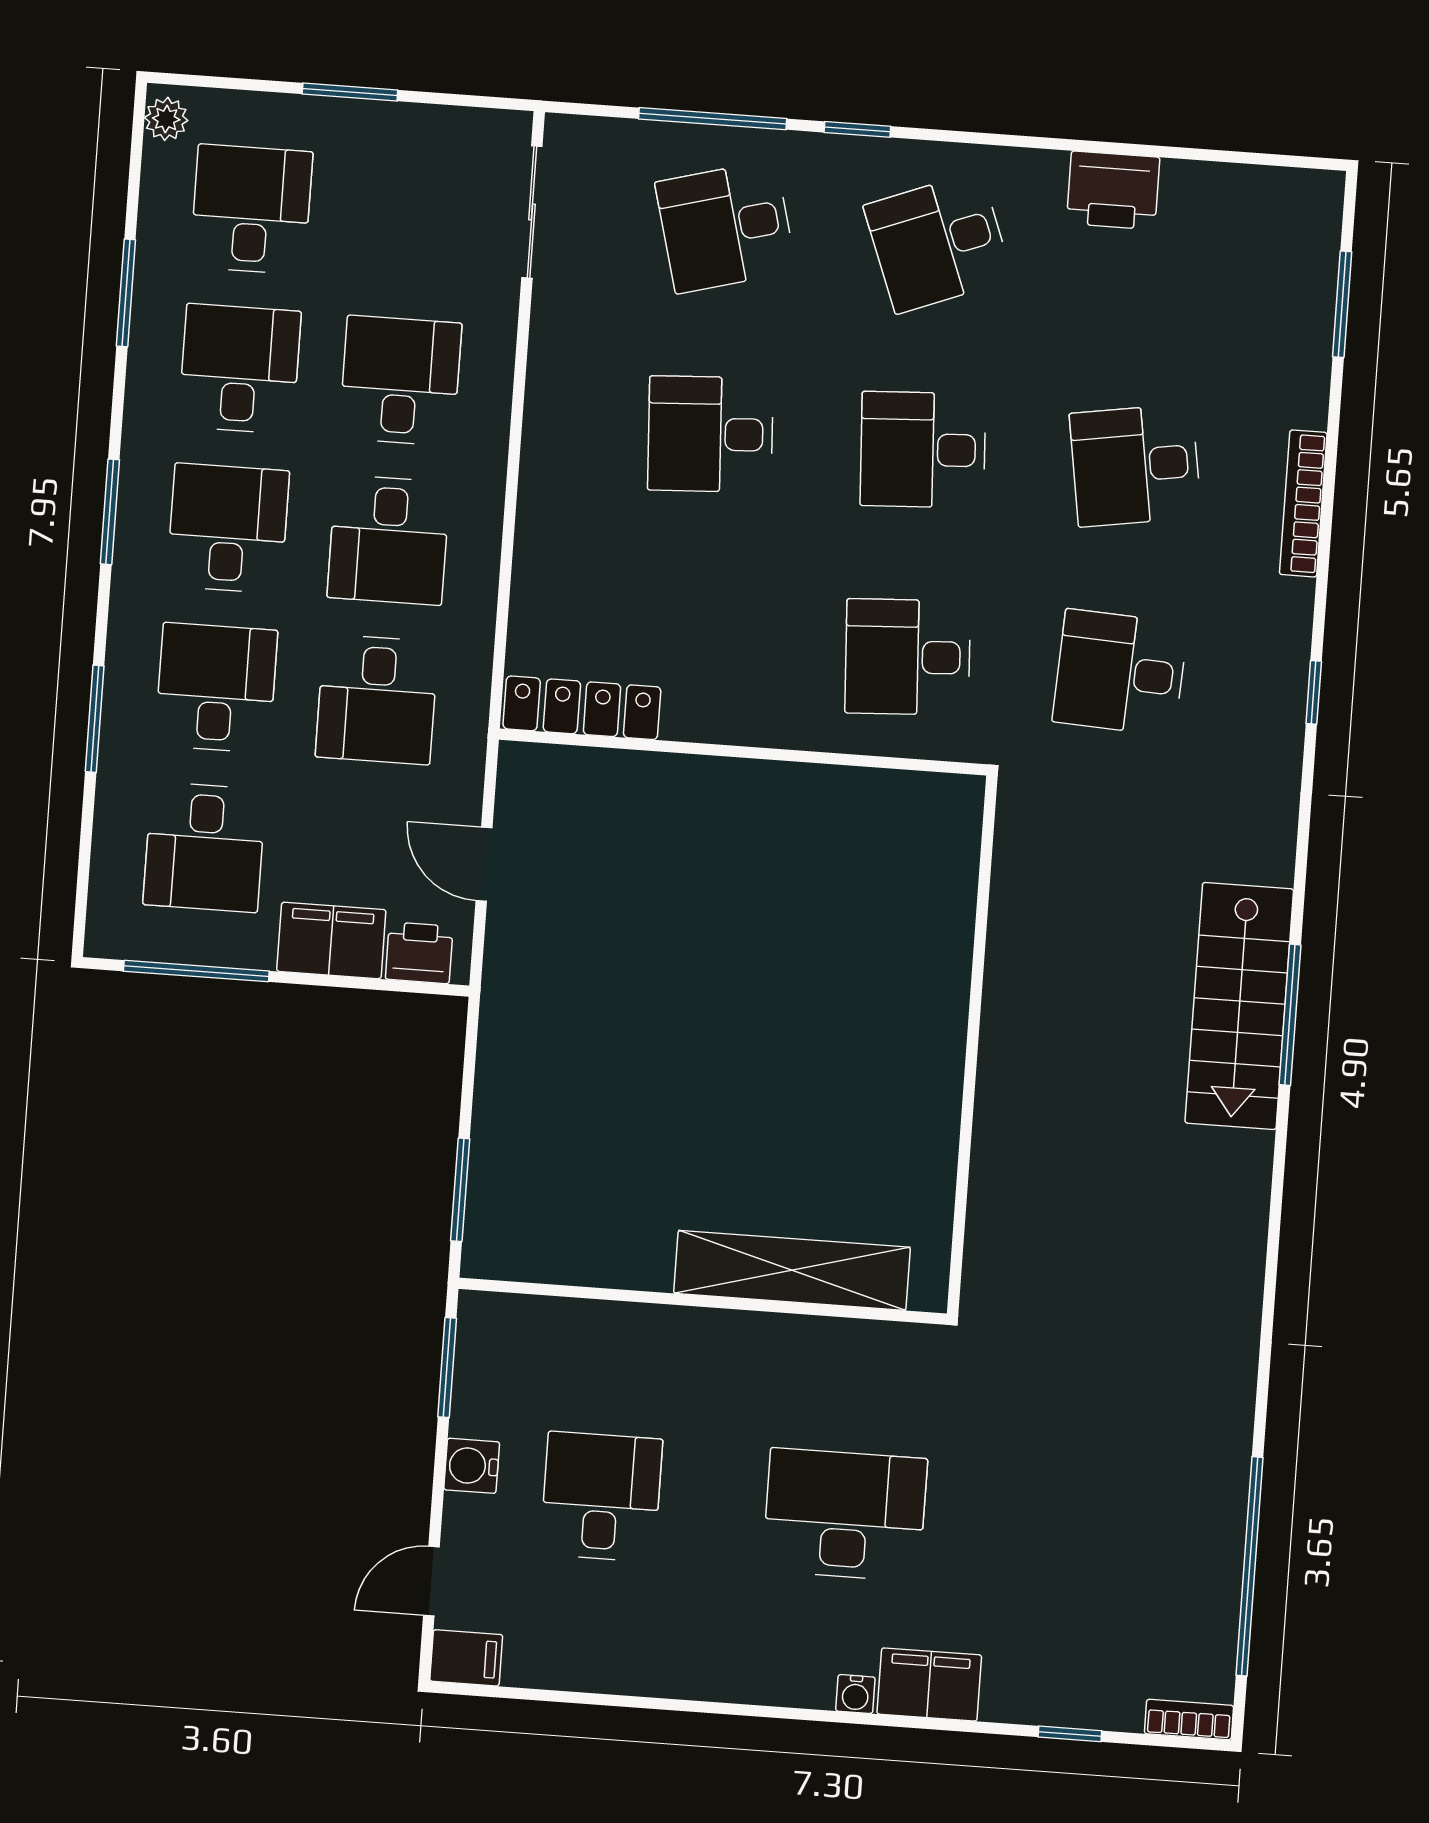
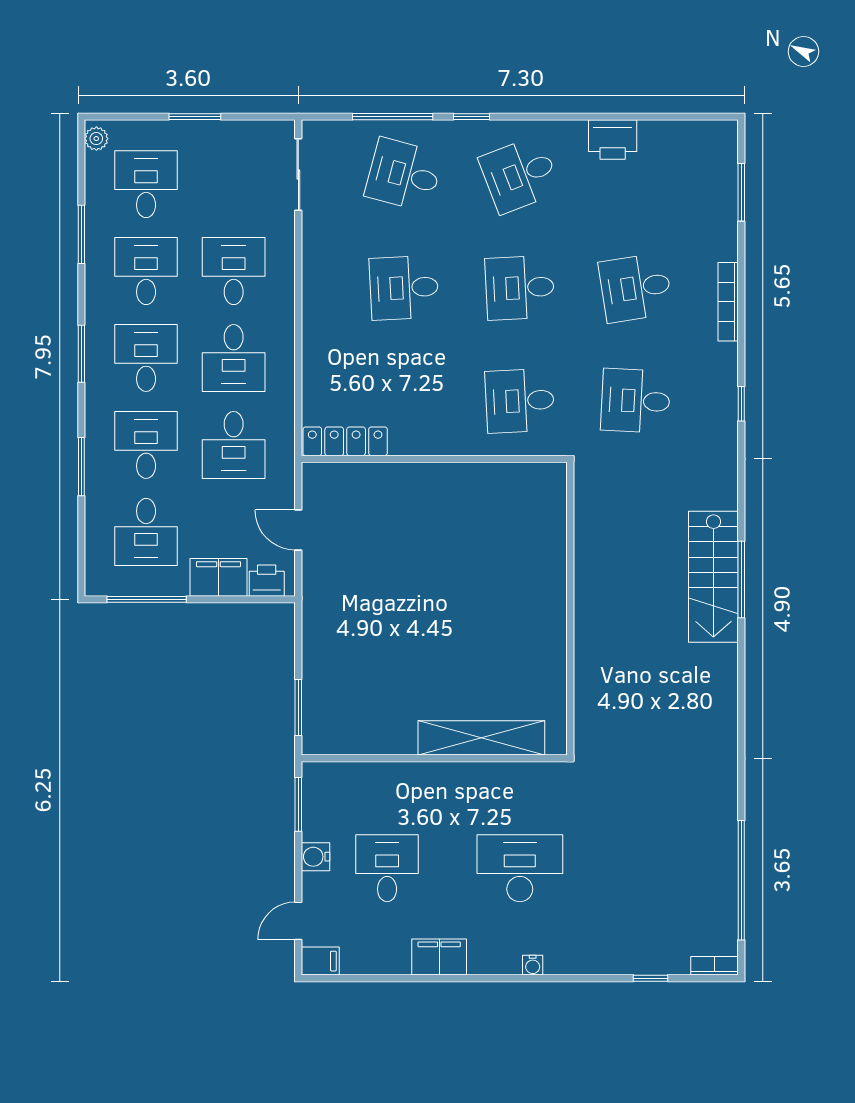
desk: (726, 227) -> (404, 175), turned 30
filing cabinet: (929, 1684) -> (439, 957), moved

